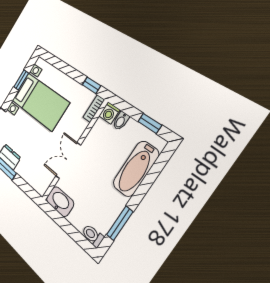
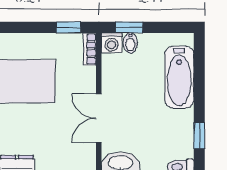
window: (150, 123) -> (129, 27), moved
window: (120, 223) -> (199, 136), width x0.67

